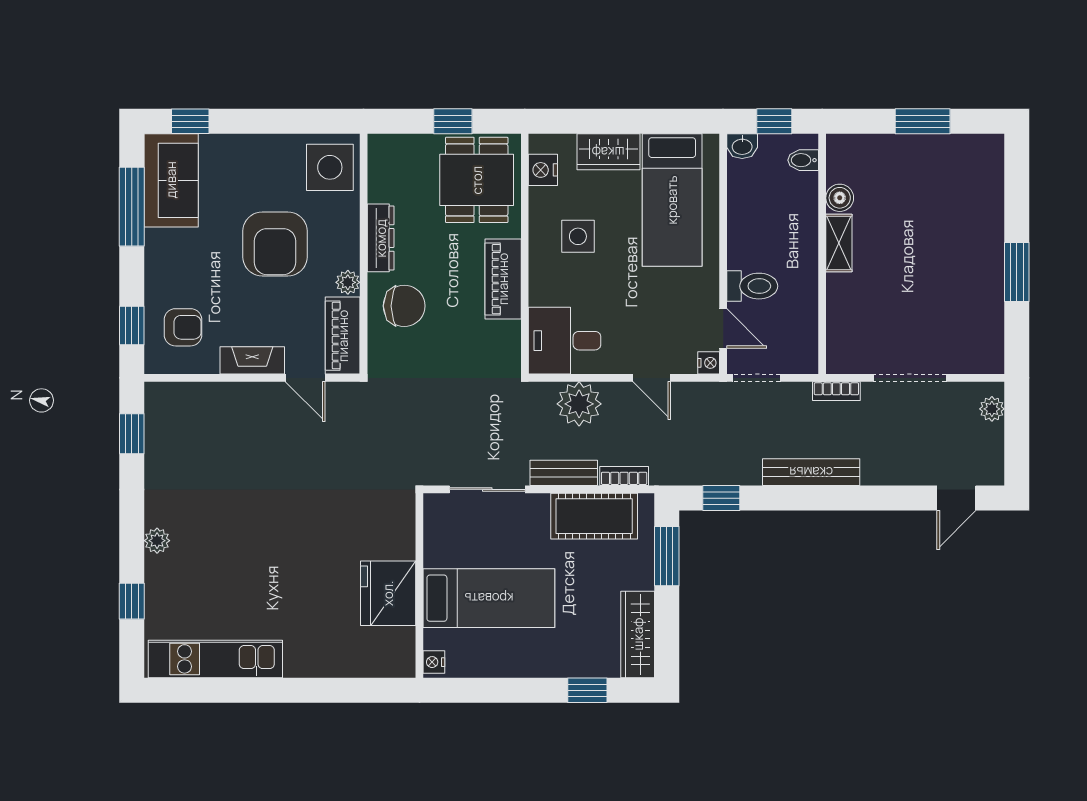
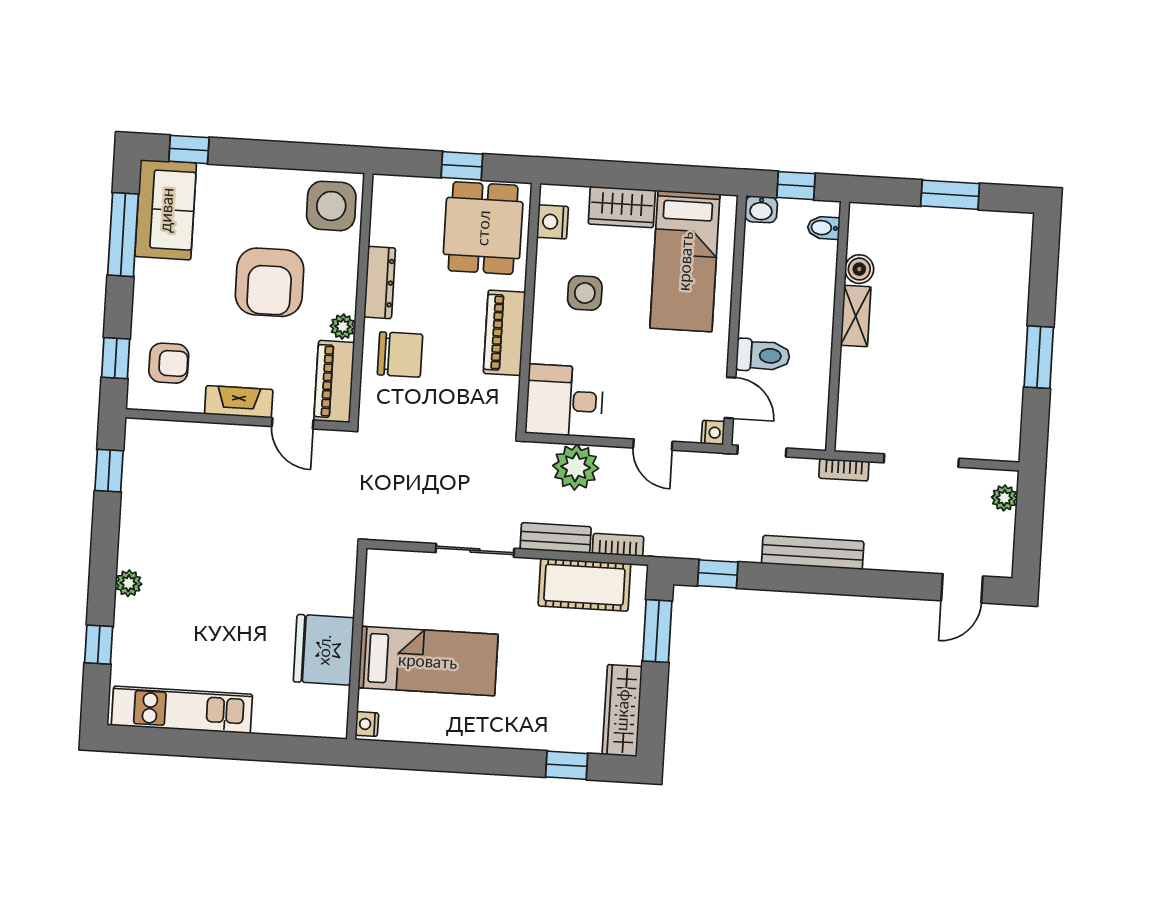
wall: (419, 585) -> (357, 644), moved
fridge: (388, 593) -> (324, 650), moved
bed: (489, 598) -> (428, 661), moved
nightstand: (434, 662) -> (367, 724), moved

